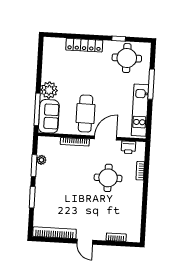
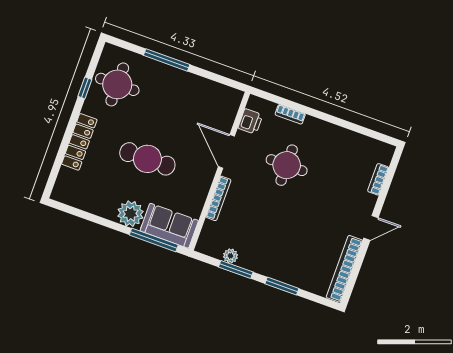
kitchen unit: (140, 110) -> (200, 88), removed
cafe table: (86, 114) -> (147, 159), moved

